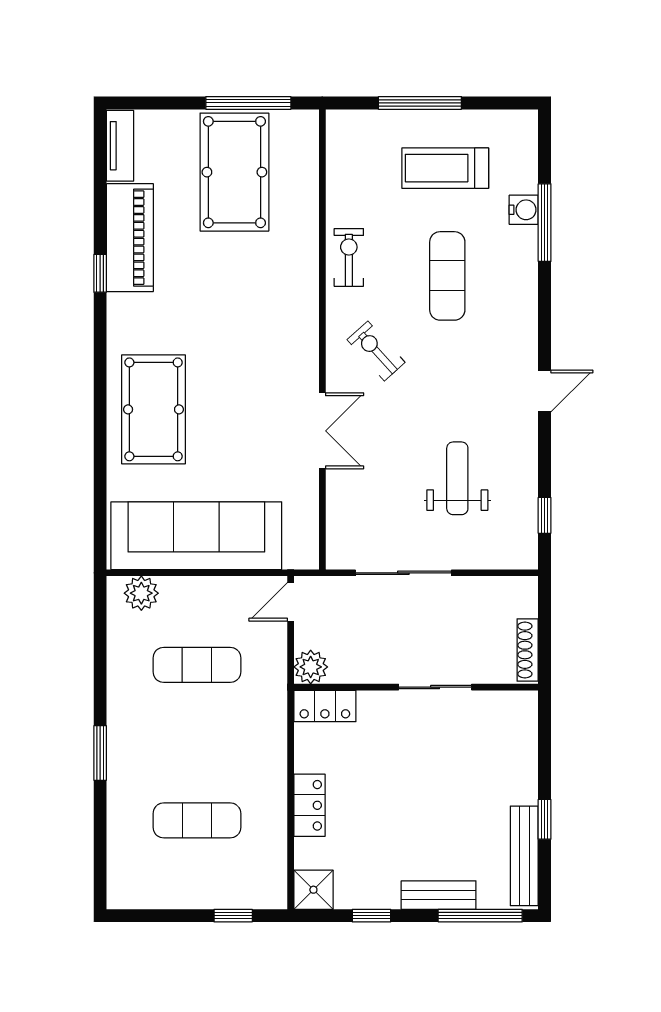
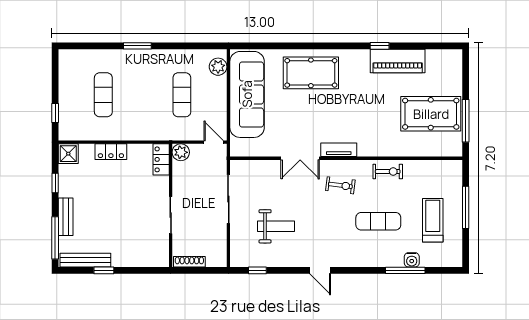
tv unit: (120, 146) -> (339, 150), moved, turned 180
exercise bike: (376, 351) -> (340, 185), turned 49

